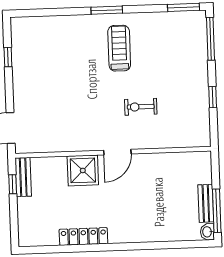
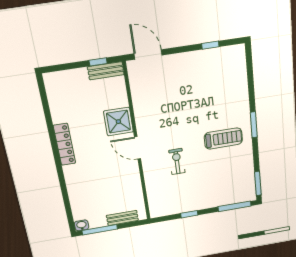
bench: (206, 203) -> (122, 218), moved
locker: (83, 236) -> (64, 144), moved

